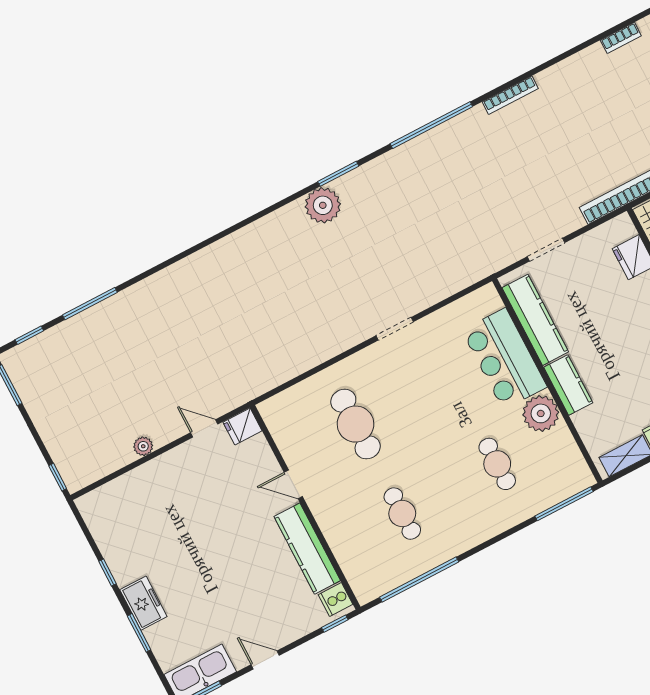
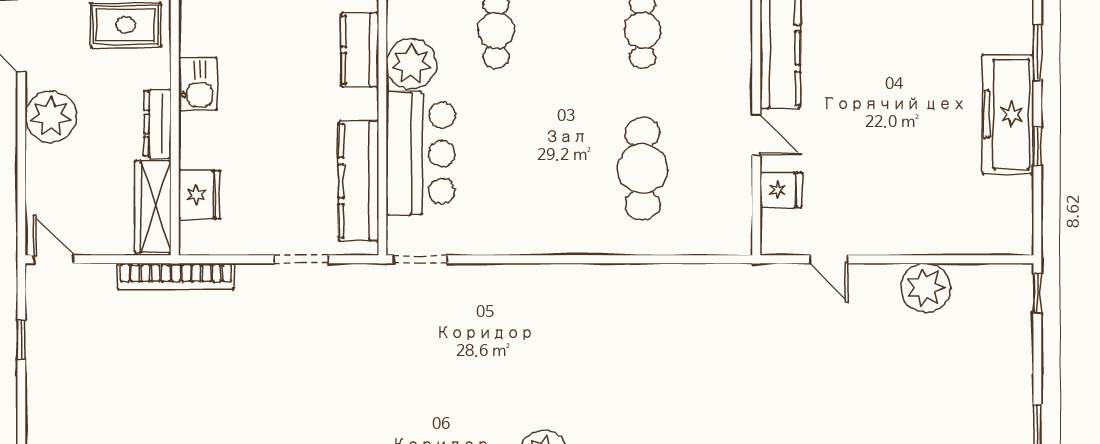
doorway: (395, 329) -> (420, 259), moved
kitchen counter: (568, 385) -> (360, 50), moved
fridge: (242, 426) -> (781, 190), moved
plant: (143, 446) -> (925, 288), width x1.87, depth x1.87
freezer: (143, 603) -> (1008, 114), width x1.91, depth x1.26

